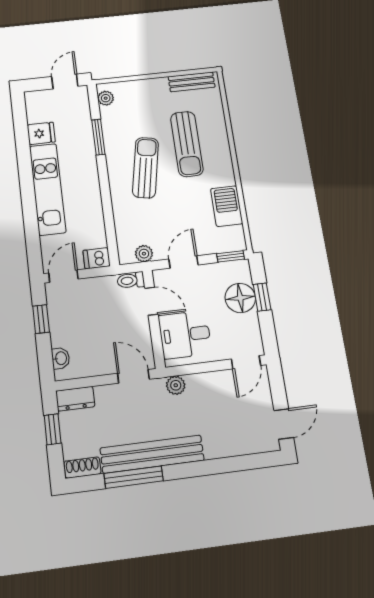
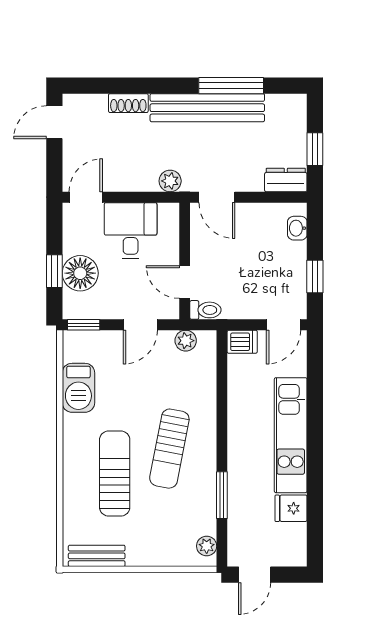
desk: (185, 335) -> (131, 231), moved, turned -90
shoe rack: (82, 468) -> (128, 103), moved

